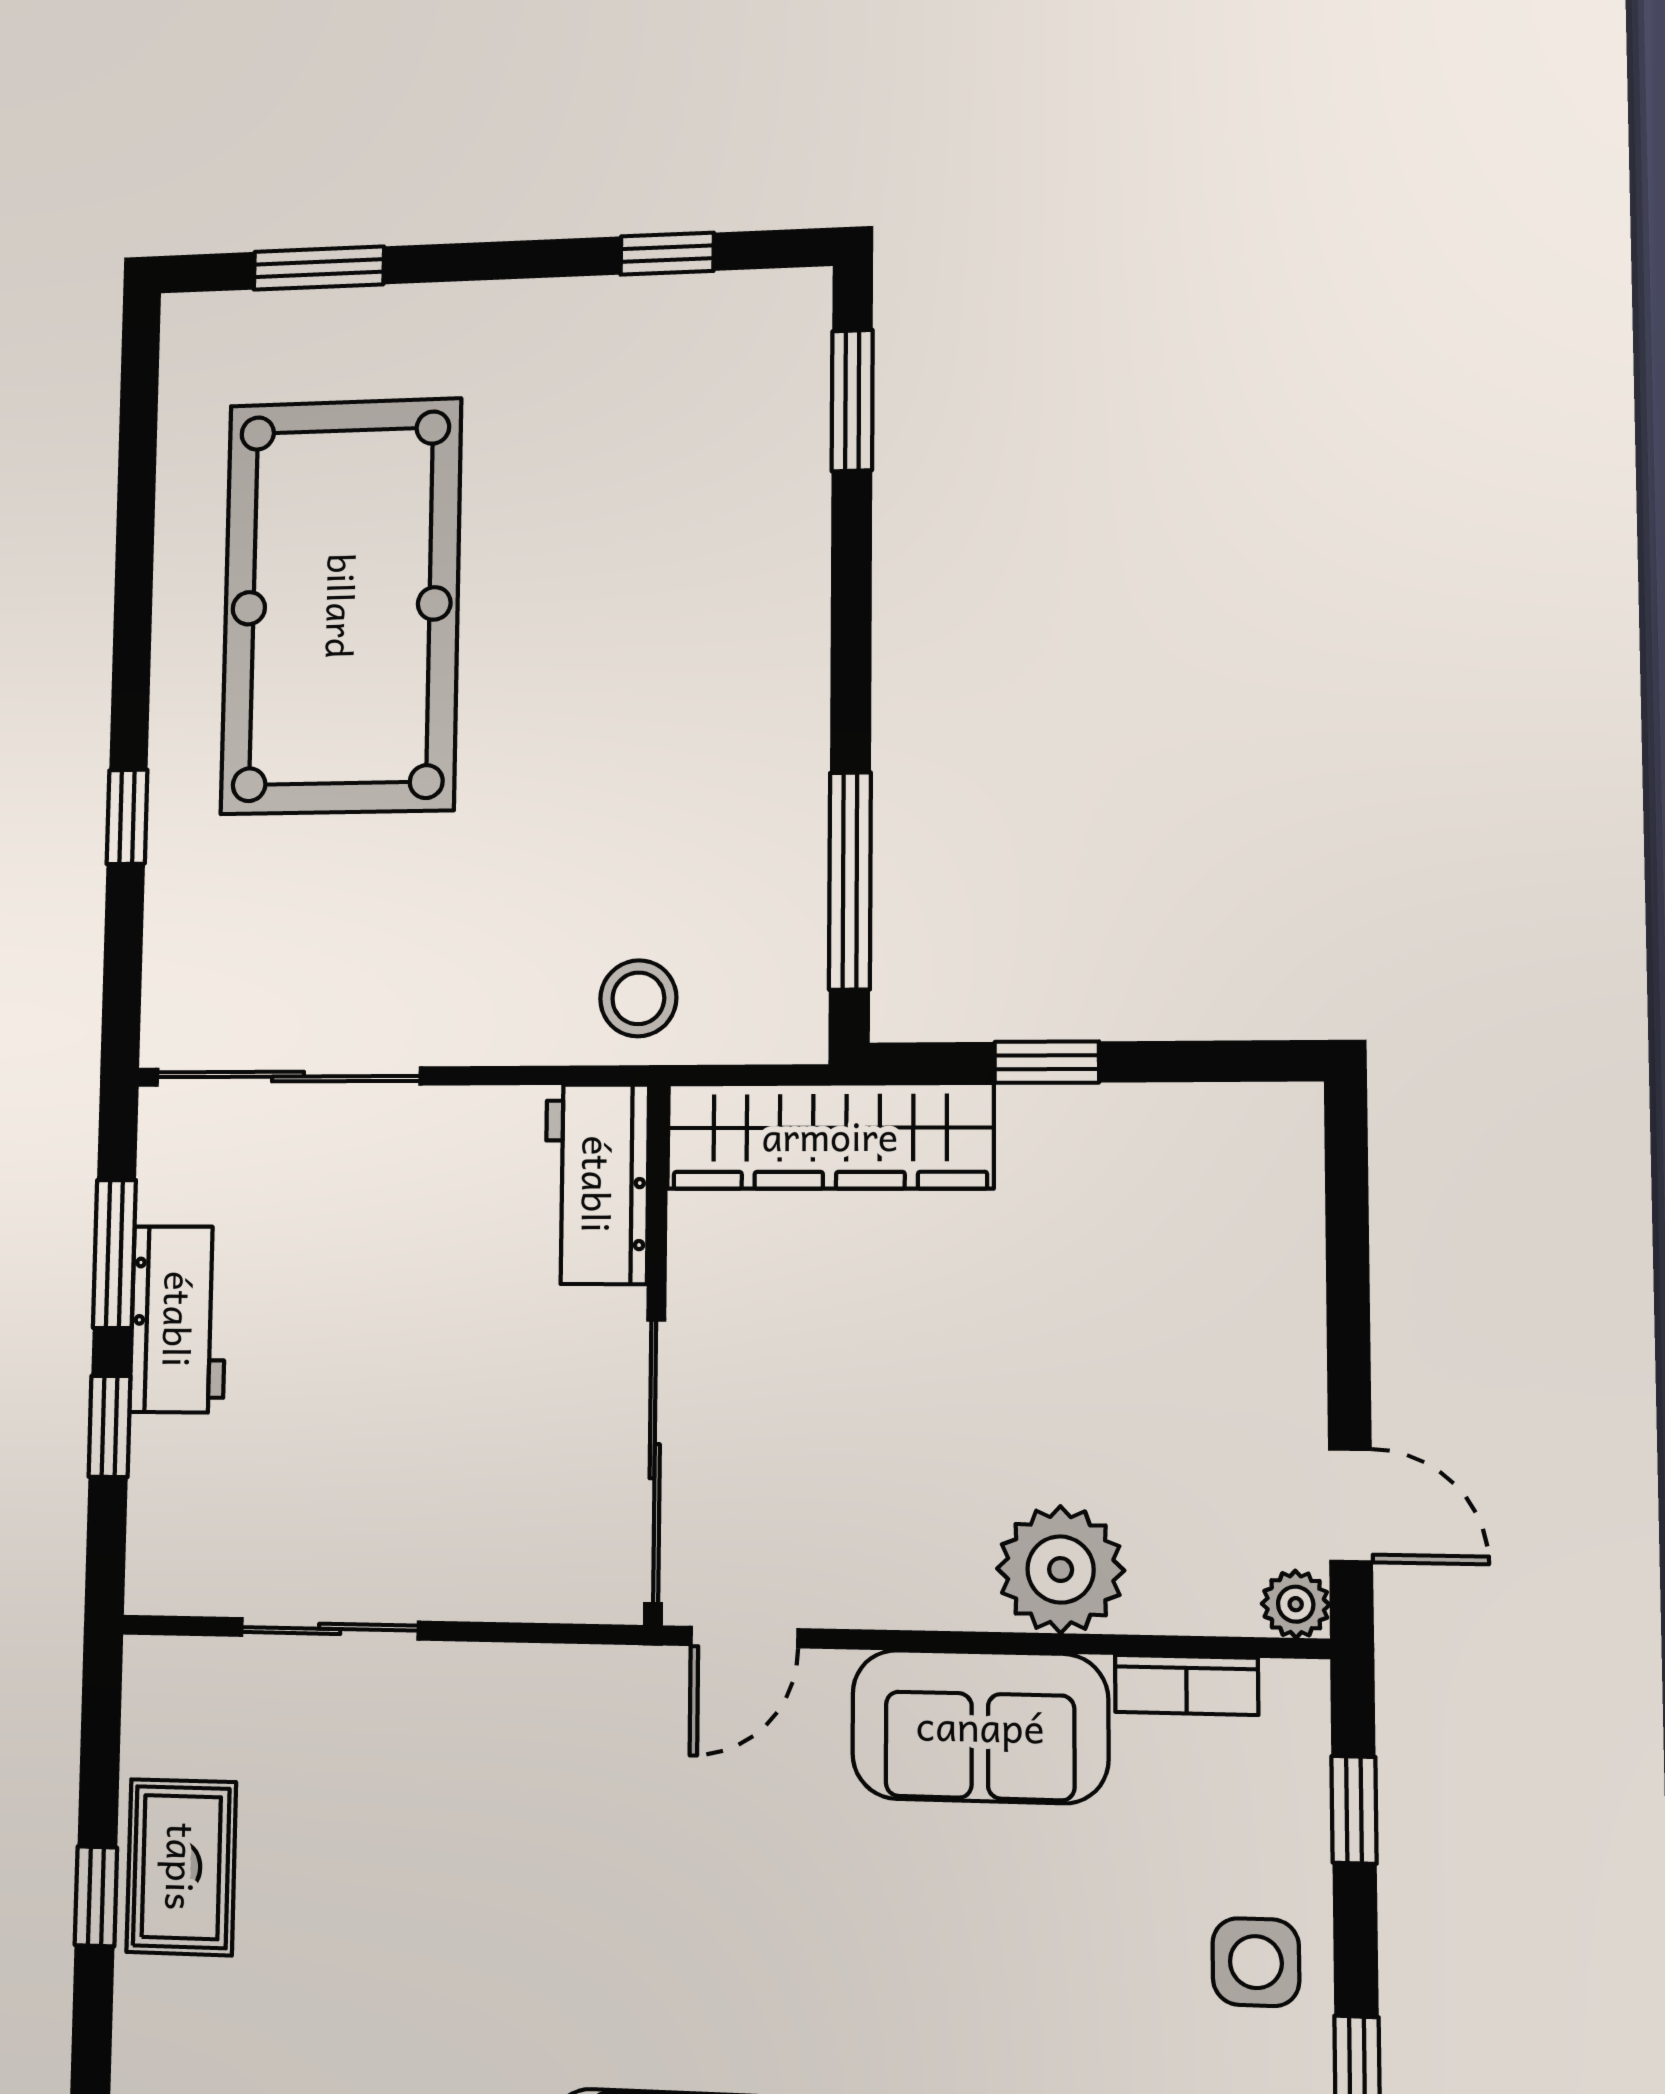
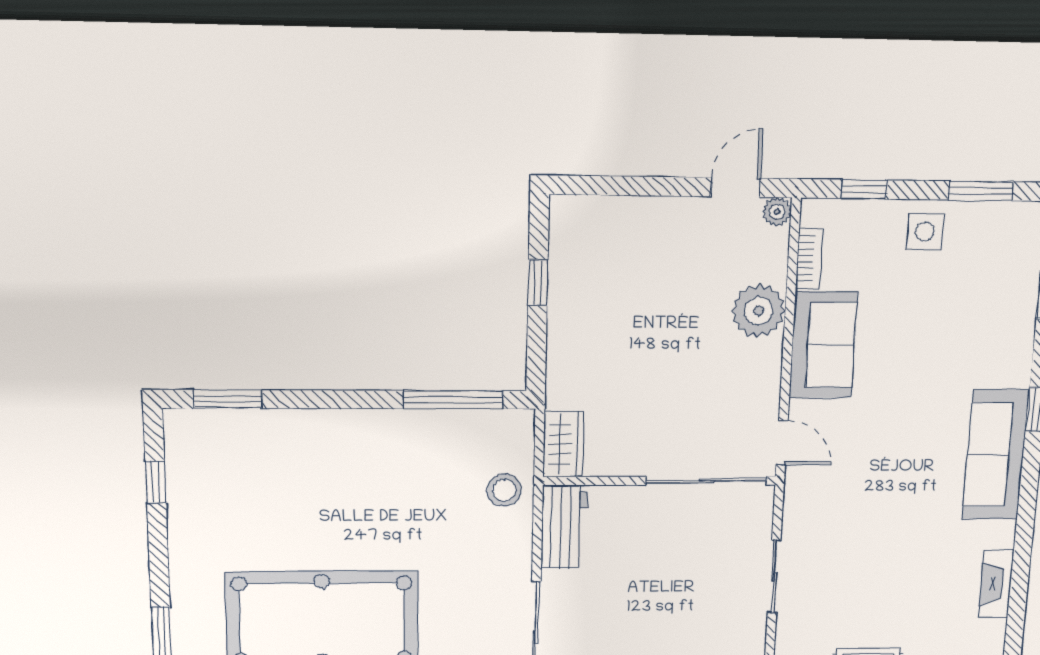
window: (1047, 1062) -> (538, 283), moved
wardrobe: (830, 1136) -> (563, 444), width x0.48, depth x0.85
workbench: (597, 1184) -> (564, 527), moved, turned -90
sliding door: (330, 1629) -> (774, 577), moved

